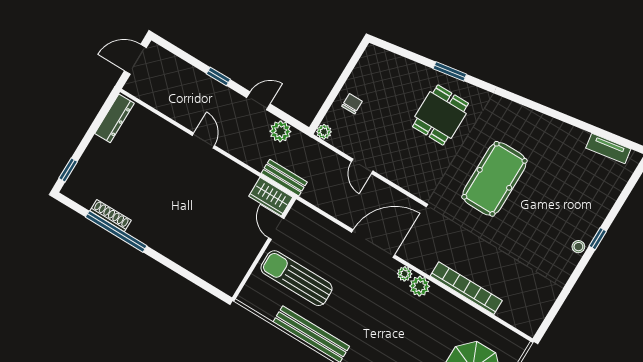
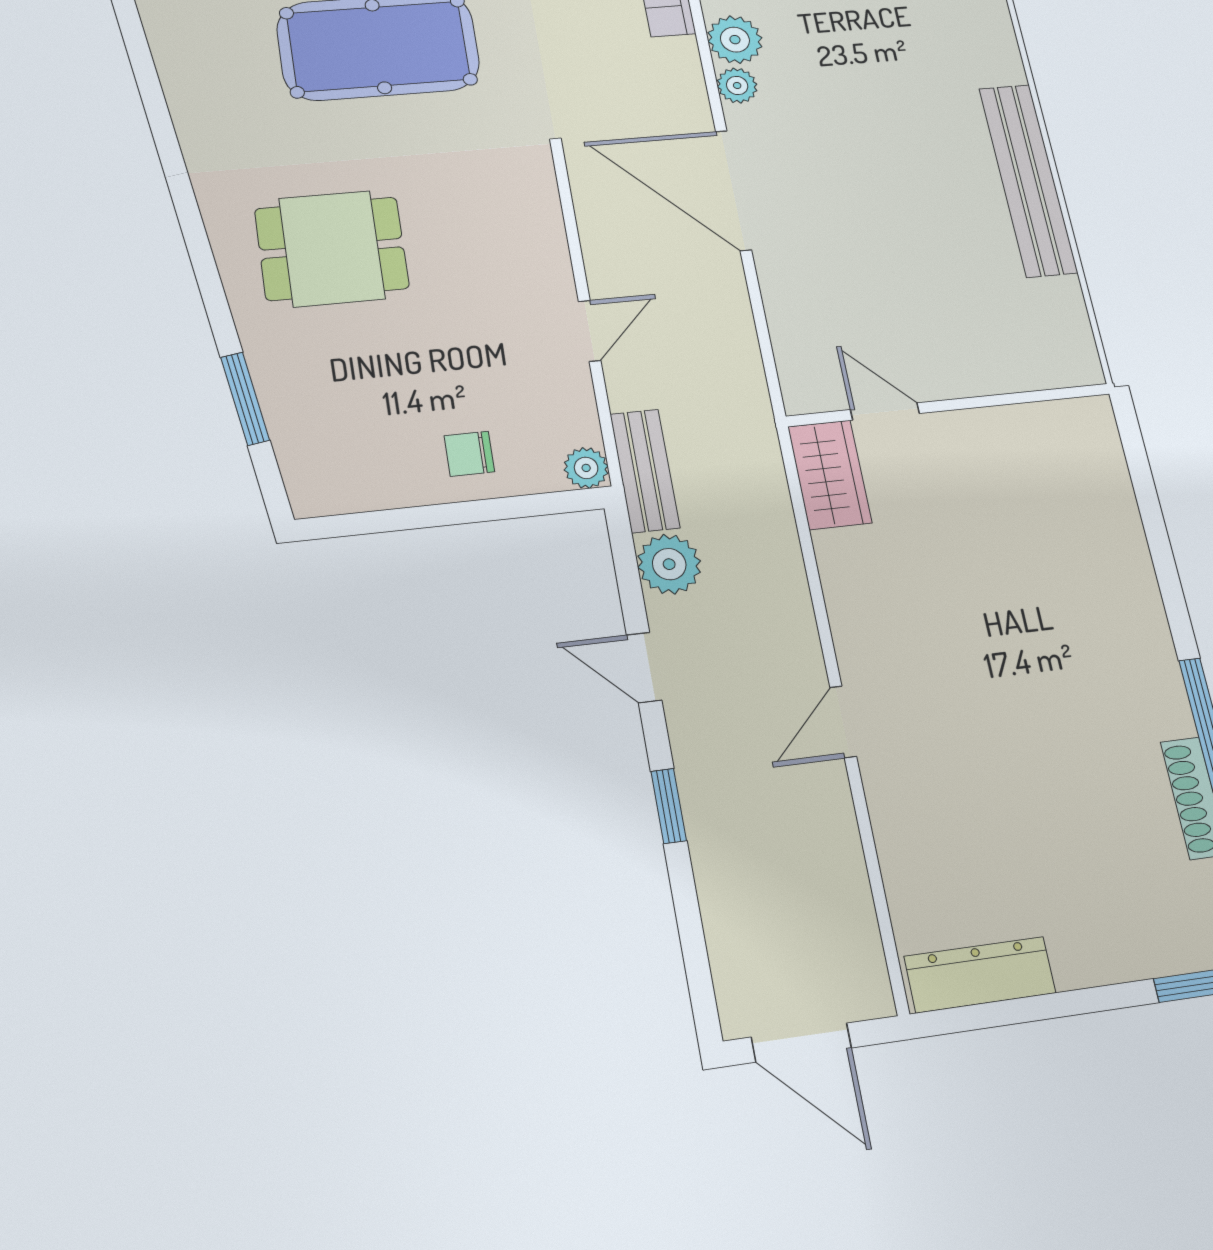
window: (450, 71) -> (245, 399), moved
bench: (284, 178) -> (645, 471), moved
door: (276, 228) -> (885, 412), swing flipped
sun lounger: (296, 278) -> (947, 292), removed

